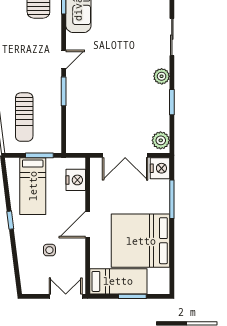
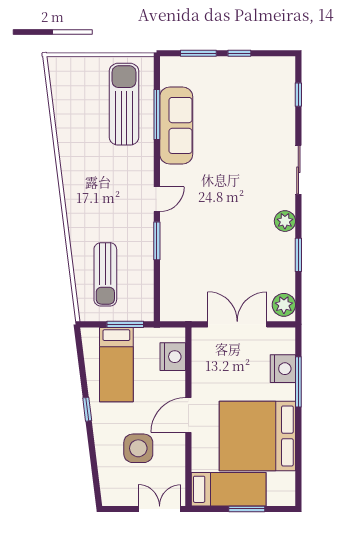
double door: (125, 155) -> (237, 324), swing flipped
nightstand: (160, 168) -> (283, 369), moved
side table: (49, 250) -> (138, 448), width x1.87, depth x1.87

